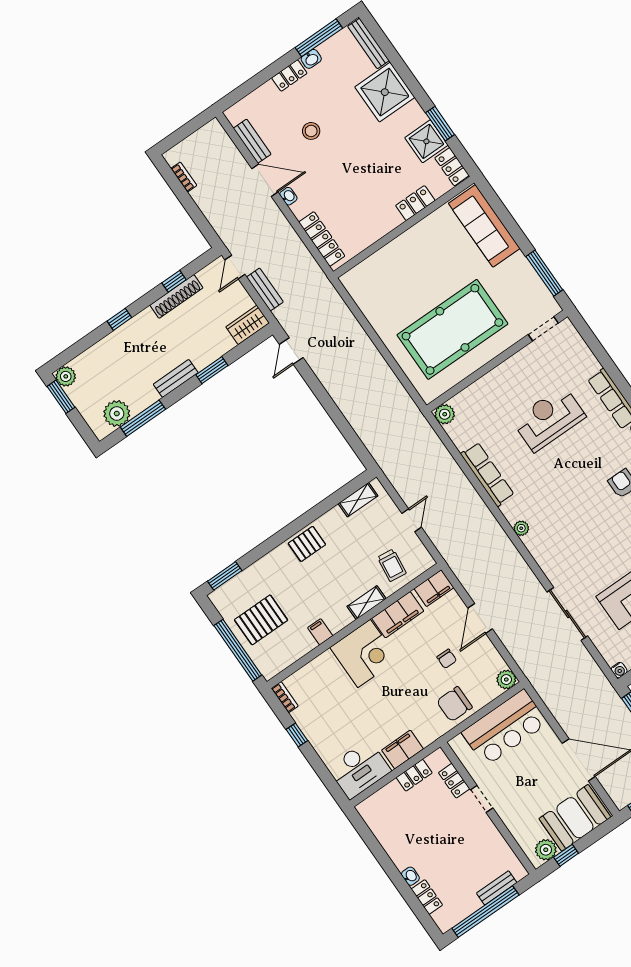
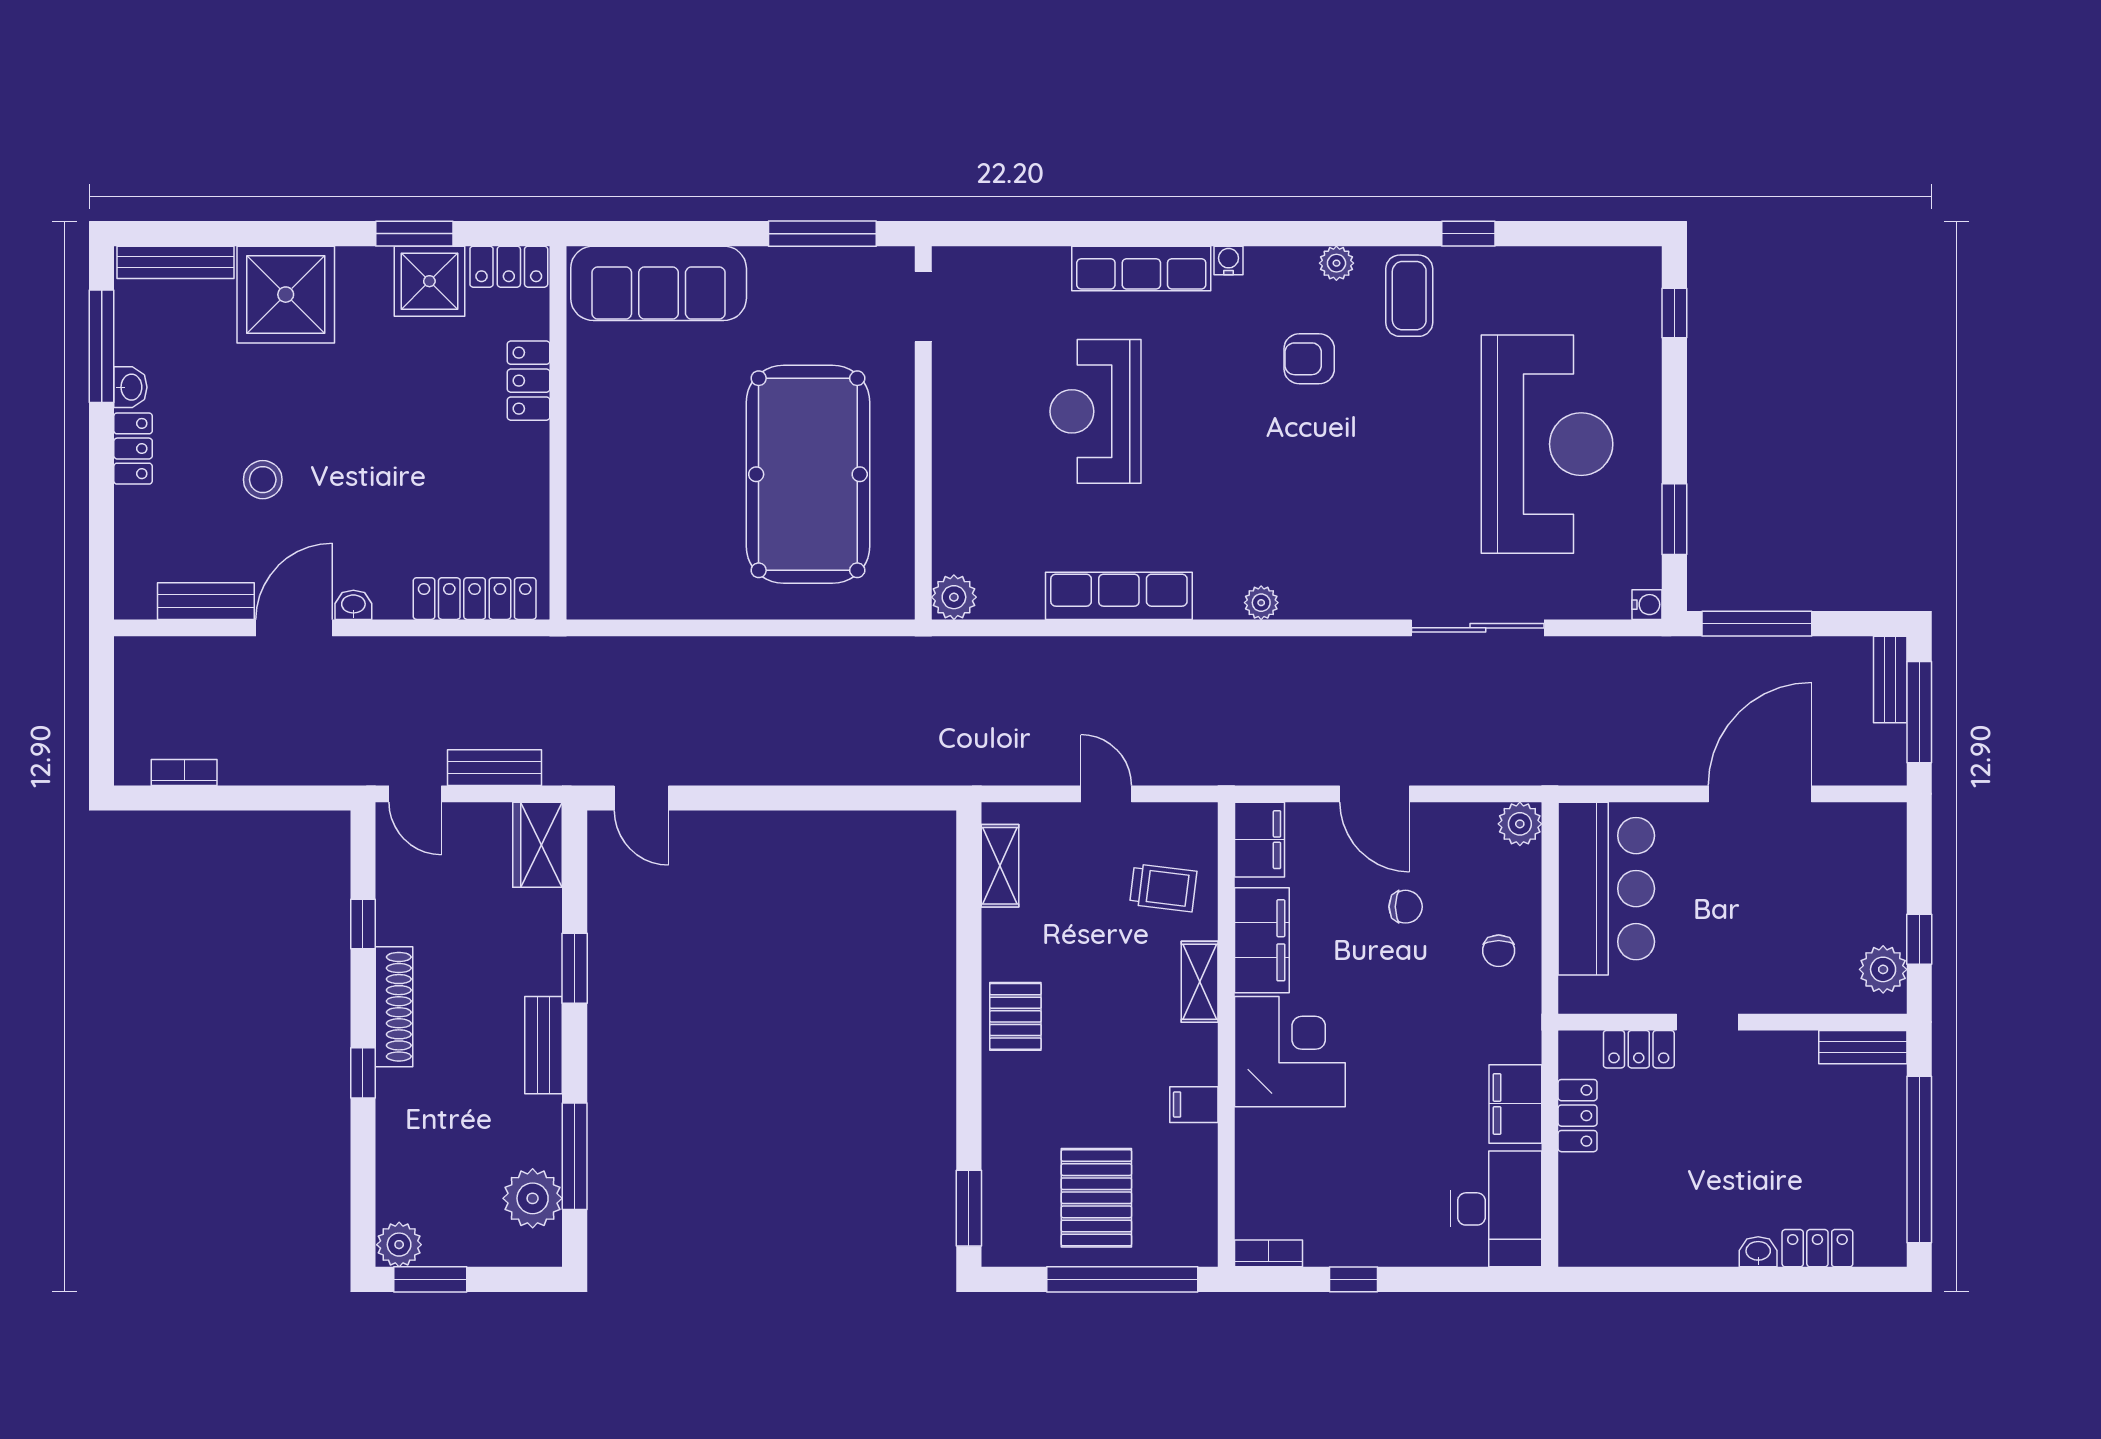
shoe rack: (176, 296) -> (394, 1007), moved
chair: (454, 704) -> (1499, 951), width x0.54, depth x0.54
booth: (575, 818) -> (1862, 875), removed
bench: (497, 888) -> (1863, 1047), moved, turned 90

